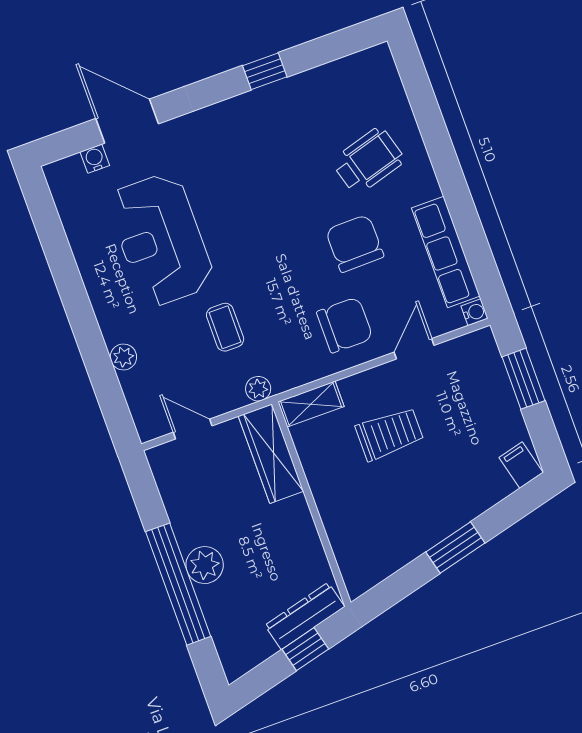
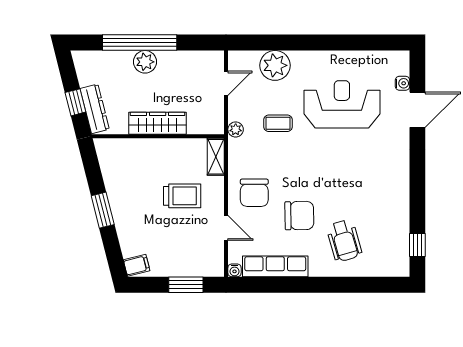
window: (265, 71) -> (417, 245), moved
plant: (123, 357) -> (275, 65), width x1.88, depth x1.88
trolley: (389, 434) -> (182, 196), turned -90
wardrobe: (271, 454) -> (158, 123), moved

